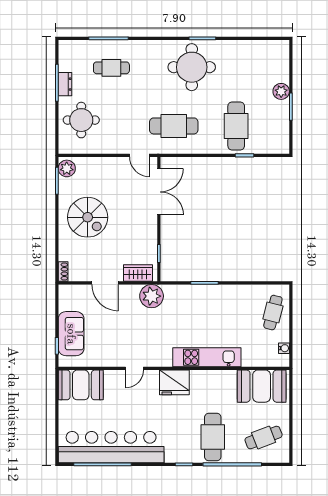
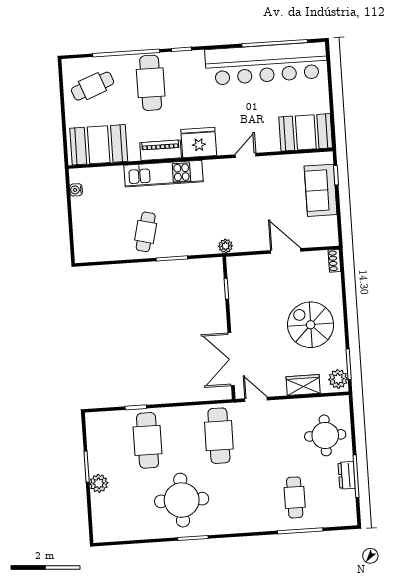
round table: (192, 67) -> (182, 500), moved
cafe table: (111, 68) -> (295, 497), turned 90
cafe table: (174, 126) -> (219, 436), turned 90
wardrobe: (138, 273) -> (303, 385), moved, turned 180
plant: (152, 296) -> (226, 246), width x0.53, depth x0.53
cafe table: (273, 313) -> (146, 232), moved
piano: (208, 378) -> (161, 150), added

